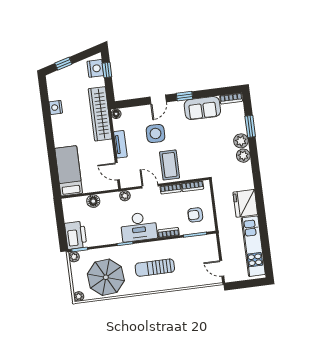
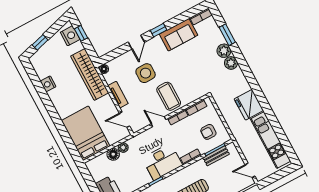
bed: (69, 171) -> (86, 133), width x1.50
plant: (125, 196) -> (123, 148), moved
bench: (194, 241) -> (216, 156), added

